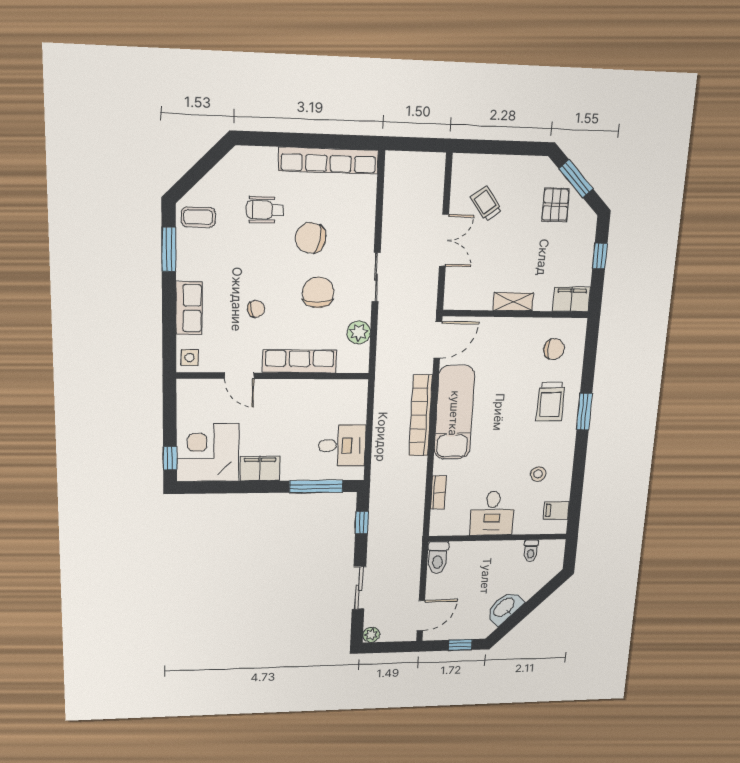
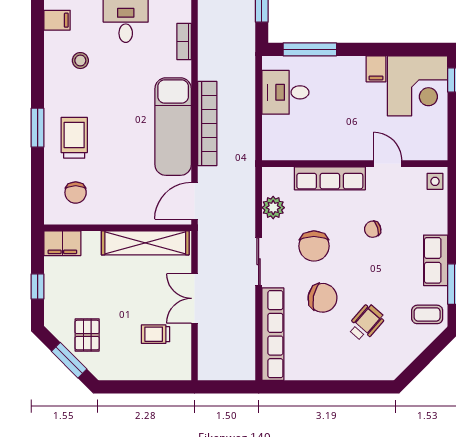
row of seats: (329, 161) -> (273, 334), moved, turned 90
trolley: (486, 204) -> (156, 334), turned 127
wheelchair: (265, 210) -> (366, 323), turned -49
shelving: (513, 302) -> (145, 243), width x2.20, depth x1.33
row of seats: (189, 308) -> (436, 260), moved
chair: (554, 349) -> (76, 193), turned -90
filing cabinet: (260, 469) -> (376, 69), width x0.50

